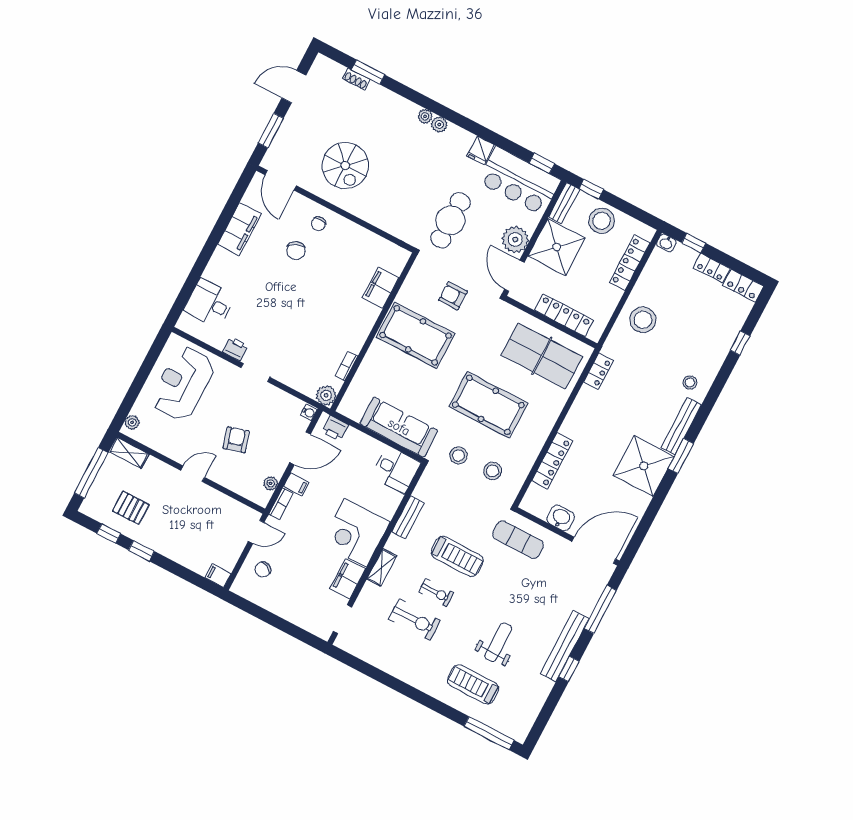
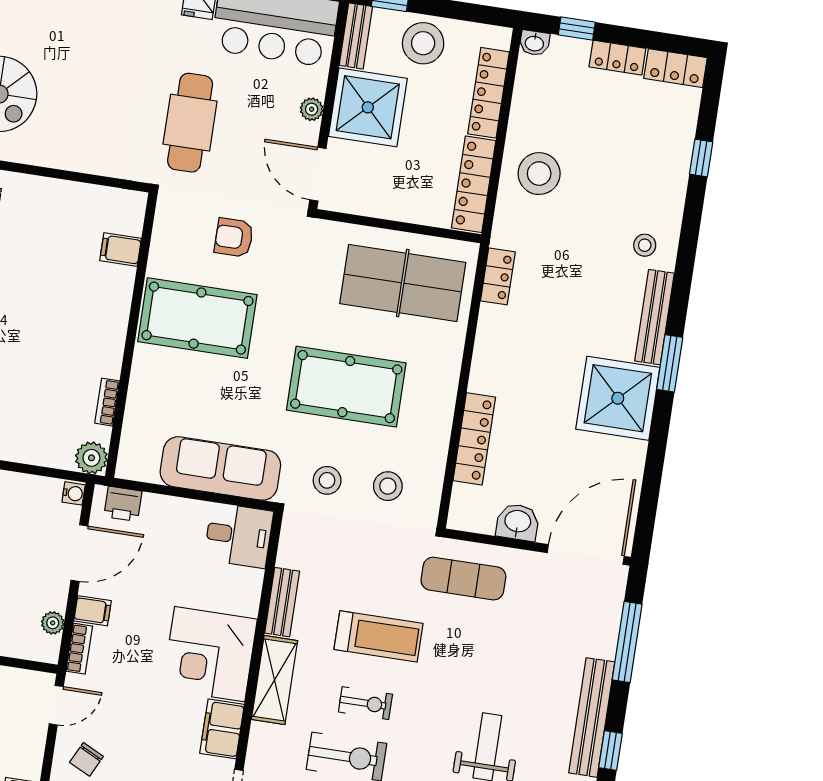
plant: (515, 239) -> (312, 109), width x0.53, depth x0.53
filing cabinet: (381, 288) -> (121, 249), width x0.50
locker: (564, 315) -> (474, 184), moved, turned -90
shelving: (382, 567) -> (275, 680), width x1.50, depth x1.33

